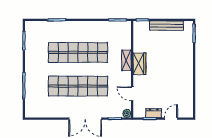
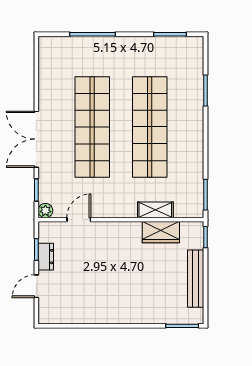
shelving: (126, 60) -> (155, 210), moved
wardrobe: (139, 64) -> (161, 232), moved
door: (171, 119) -> (36, 286), swing flipped

